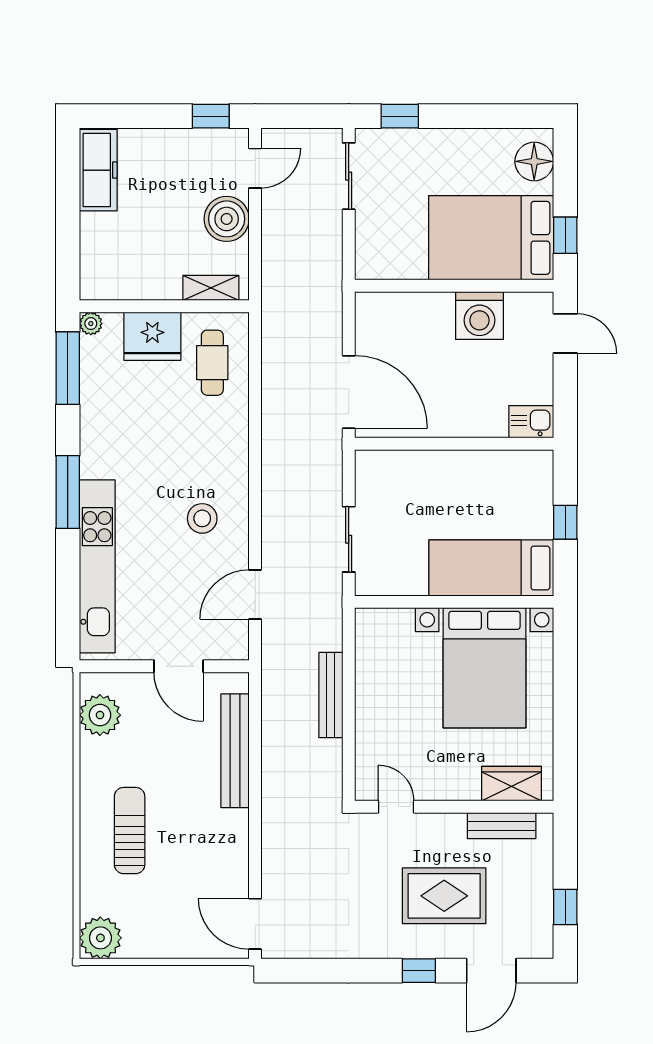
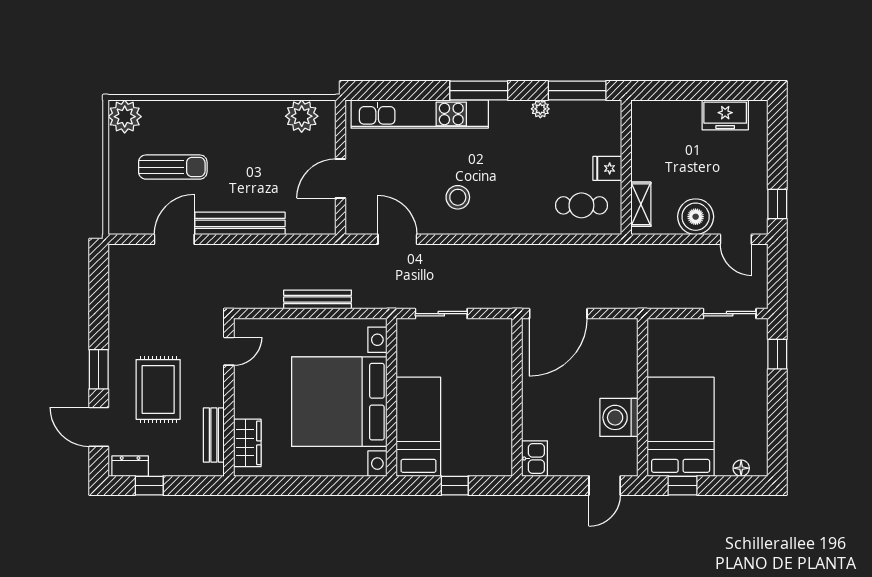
floor lamp: (534, 161) -> (741, 468), width x0.53, depth x0.53
freezer: (98, 170) -> (725, 115), width x0.71
plant: (91, 324) -> (540, 109), moved
fridge: (152, 336) -> (607, 168), width x0.53, depth x0.75
bed with nightstands: (484, 668) -> (339, 402), width x1.36
bench: (235, 751) -> (240, 223), moved
sun lounger: (130, 831) -> (173, 167), moved
door: (255, 924) -> (174, 239), moved
dresser: (541, 931) -> (130, 466), added
window: (419, 971) -> (99, 369), width x1.50

